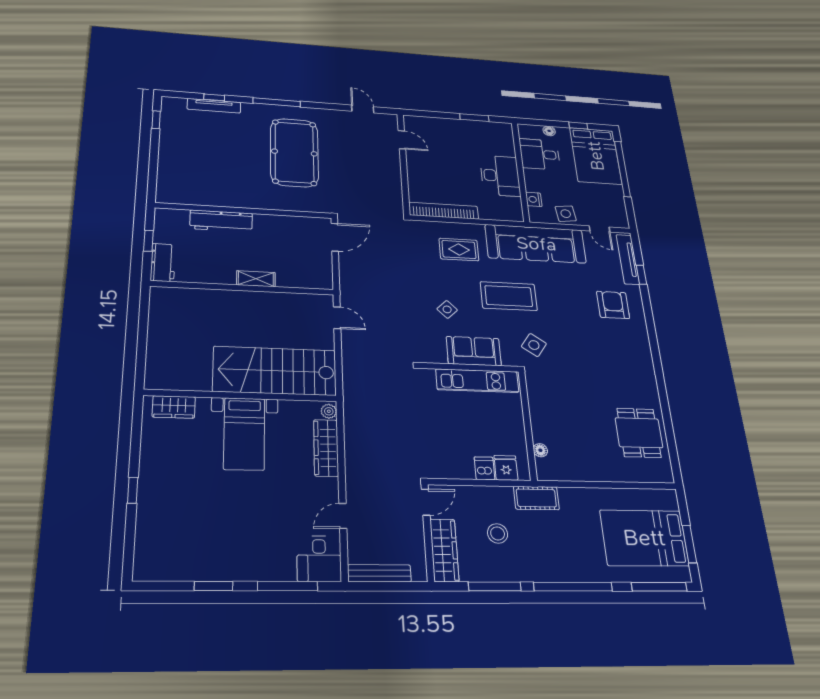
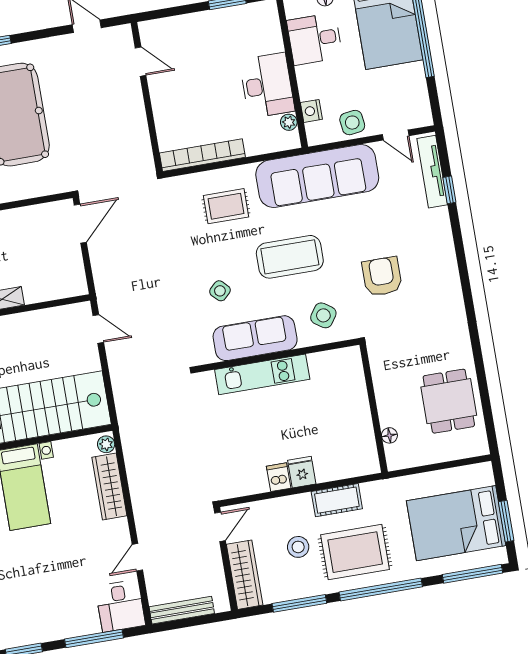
plant: (515, 203) -> (289, 122), added
armchair: (613, 305) -> (382, 277), moved
sofa: (474, 351) -> (255, 338), width x1.36
wall: (528, 425) -> (374, 408), moved
floor lamp: (540, 450) -> (389, 435), moved
rug: (551, 548) -> (355, 552), added

